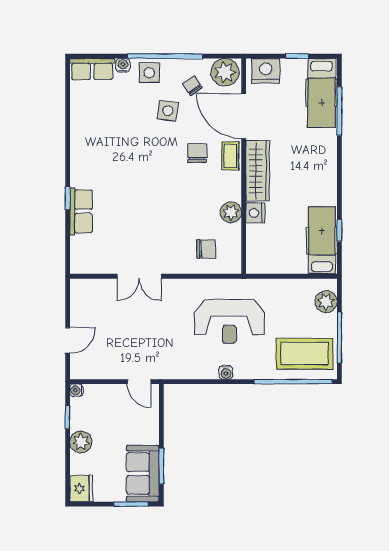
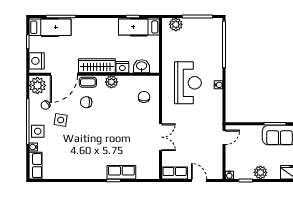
plant: (231, 212) -> (111, 82), moved
washbasin: (257, 245) -> (142, 66), added
row of seats: (80, 300) -> (175, 173), added
coffee table: (305, 354) -> (207, 37), removed

